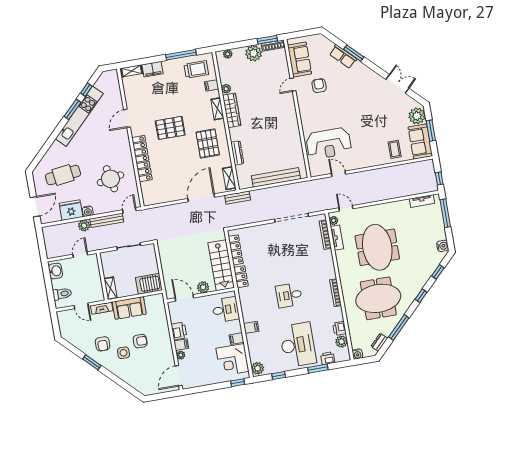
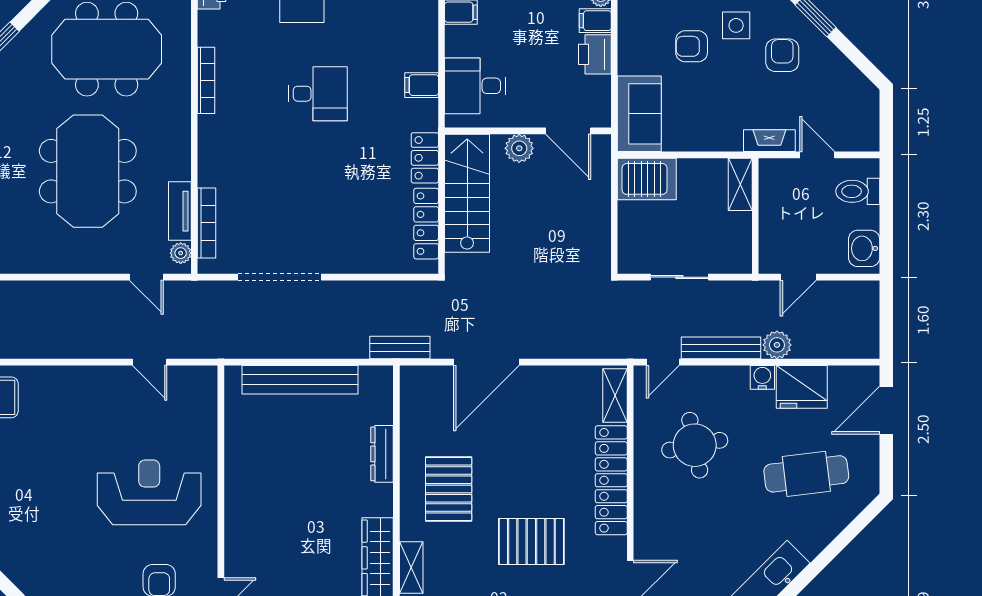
reception desk: (329, 144) -> (149, 492), moved
shelving: (229, 178) -> (615, 395), moved
sofa: (129, 308) -> (639, 114), moved, turned 90
filing cabinet: (251, 327) -> (422, 85), moved

